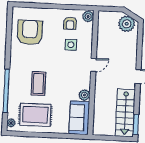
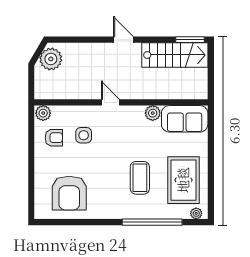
armchair: (30, 32) -> (69, 193), turned -90
coffee table: (38, 84) -> (140, 178), turned 90

